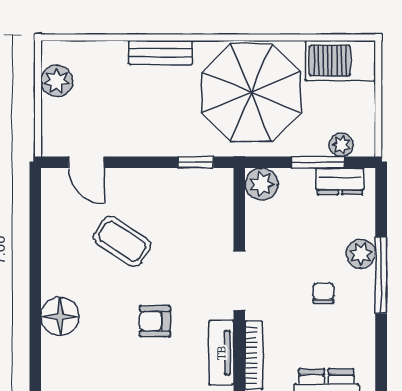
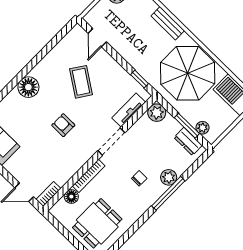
tv unit: (221, 353) -> (129, 110), moved

